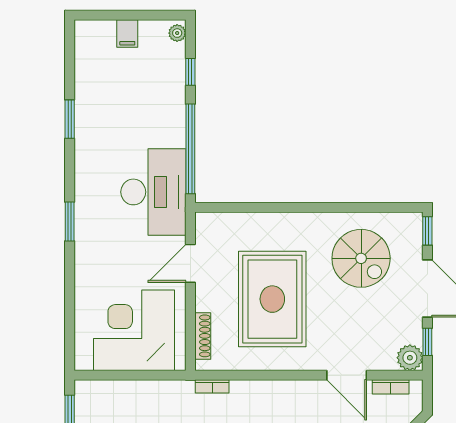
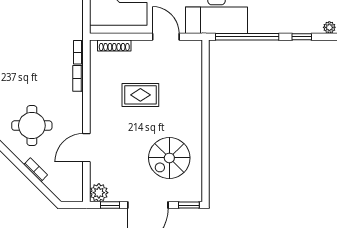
rug: (272, 299) -> (140, 95), width x0.54, depth x0.49
bookcase: (391, 387) -> (78, 78), moved

